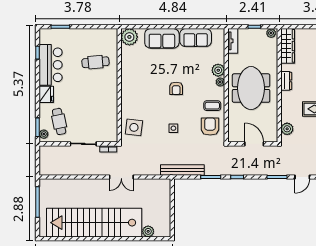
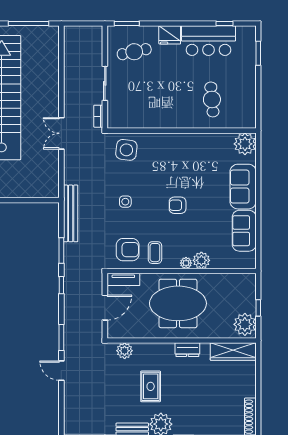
plant: (271, 33) -> (245, 324), width x1.87, depth x1.87
tv unit: (233, 41) -> (123, 279), moved
plant: (44, 134) -> (118, 32), removed

